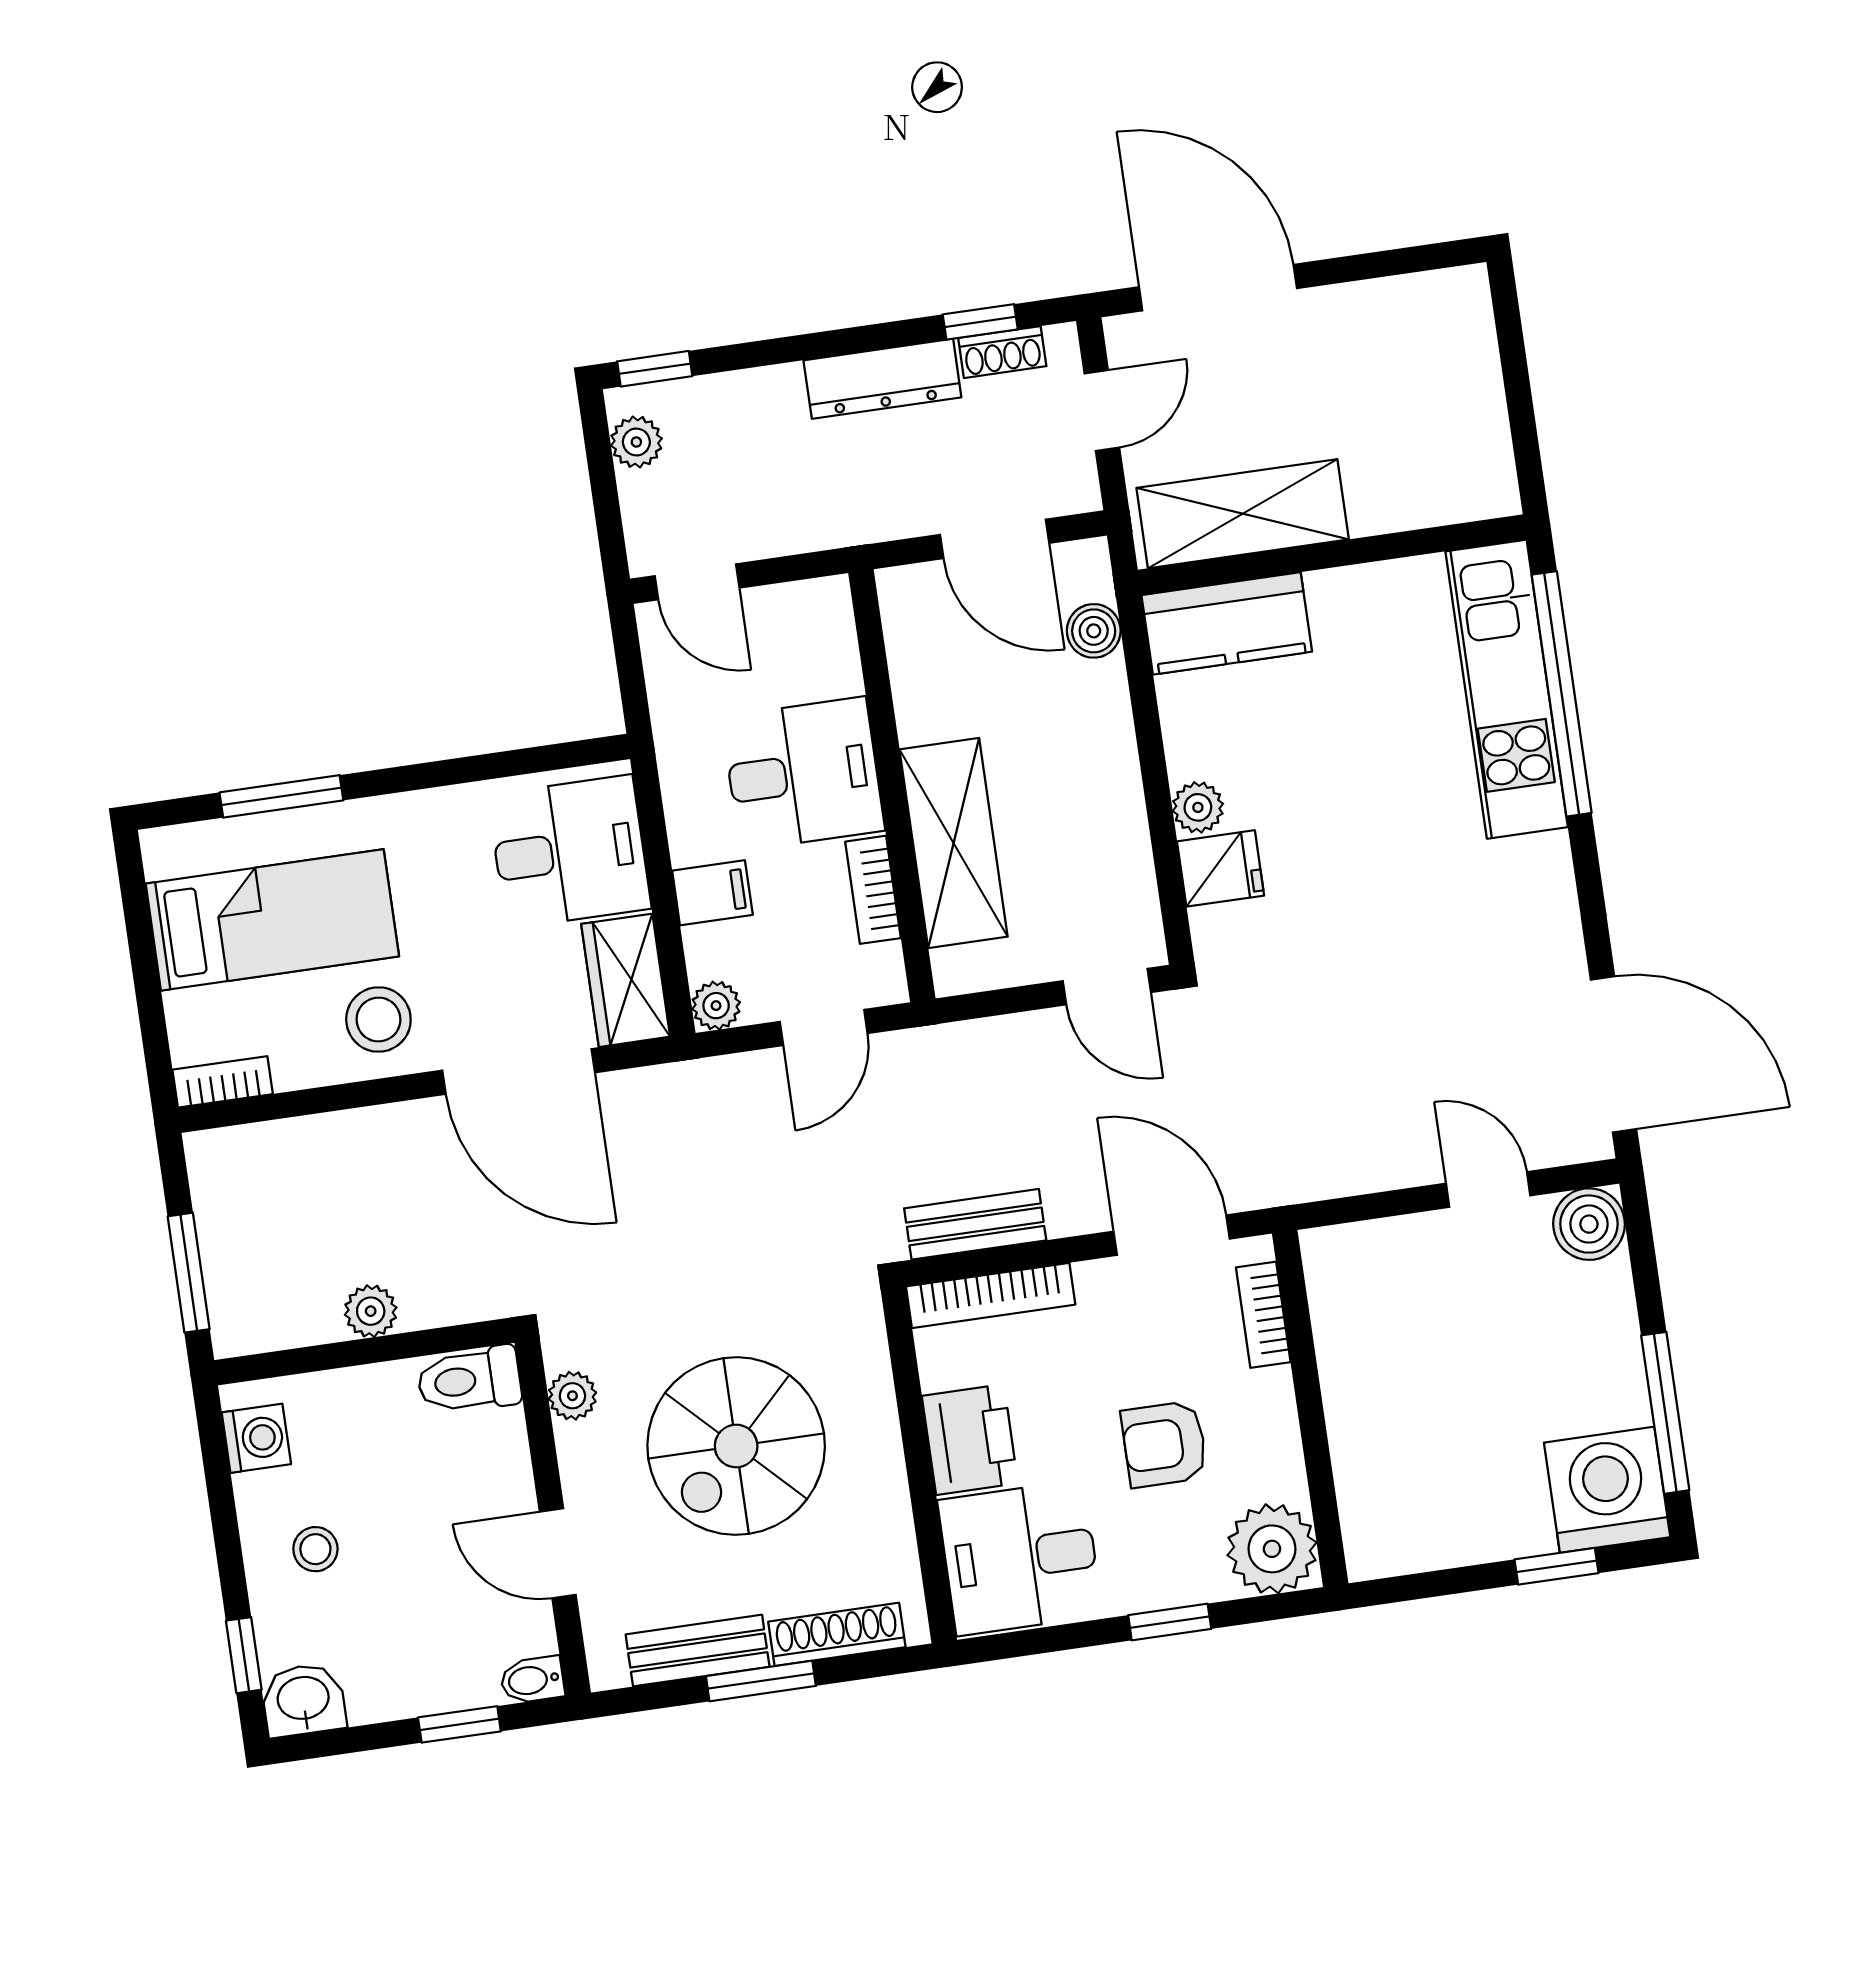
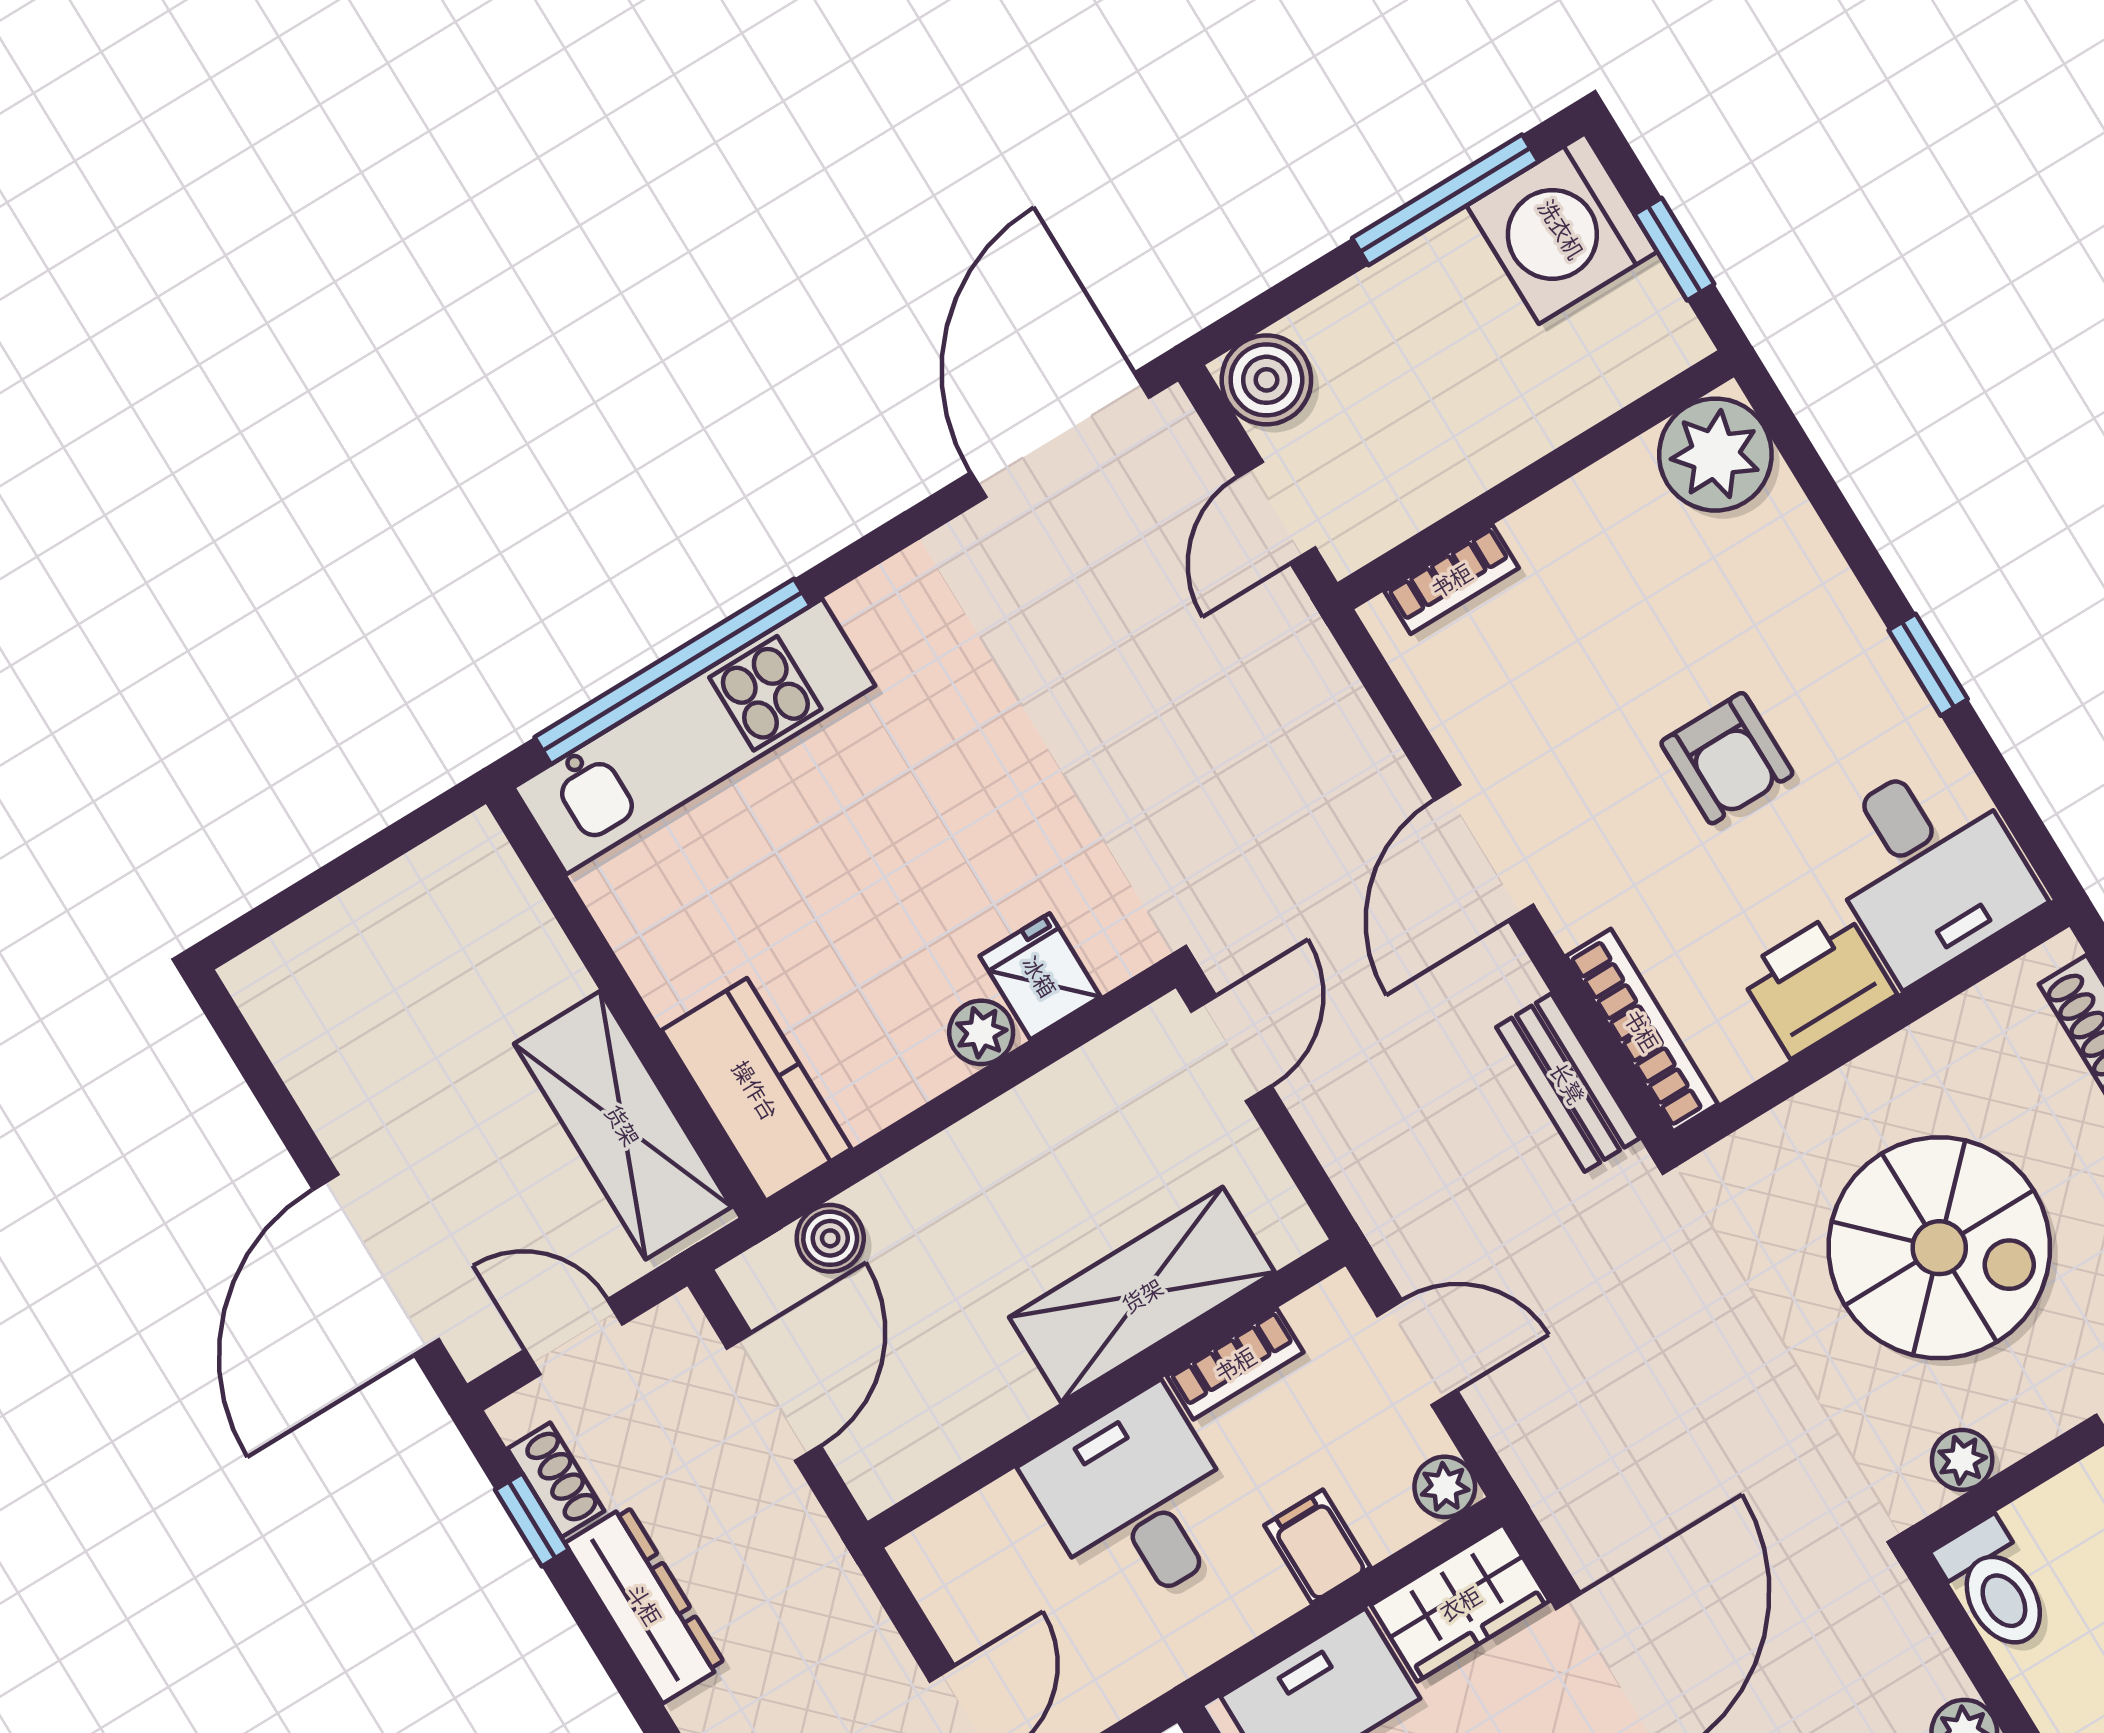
bookcase: (1263, 1315) -> (1451, 580), moved
wall: (1310, 1408) -> (1536, 480), moved
plant: (1272, 1549) -> (1715, 455), moved

